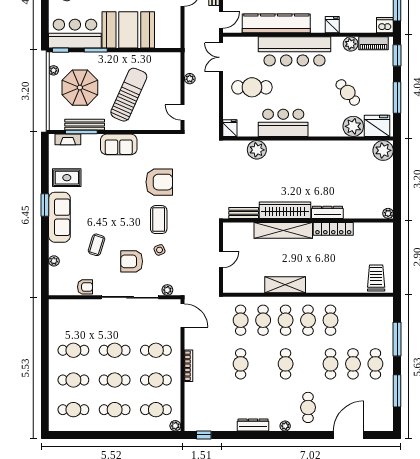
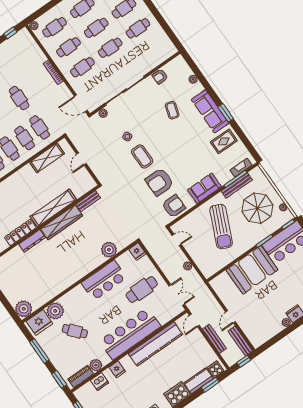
dishwasher: (385, 25) -> (99, 381), moved
armchair: (132, 261) -> (174, 206), moved
shelving: (285, 285) -> (47, 158), moved

